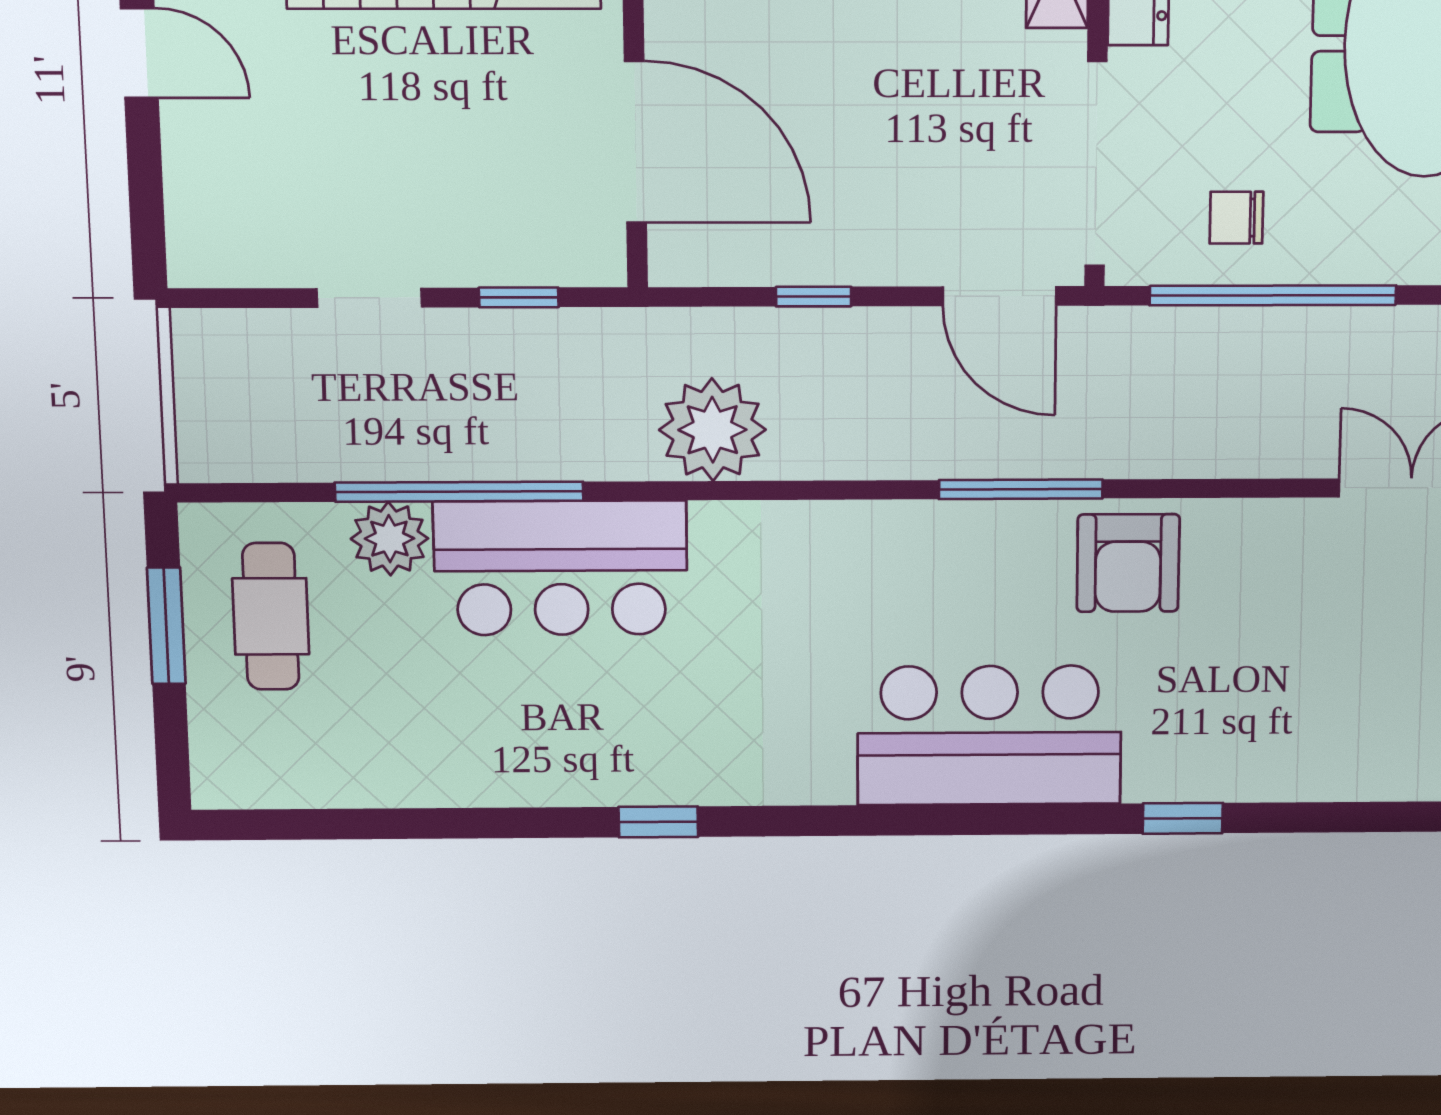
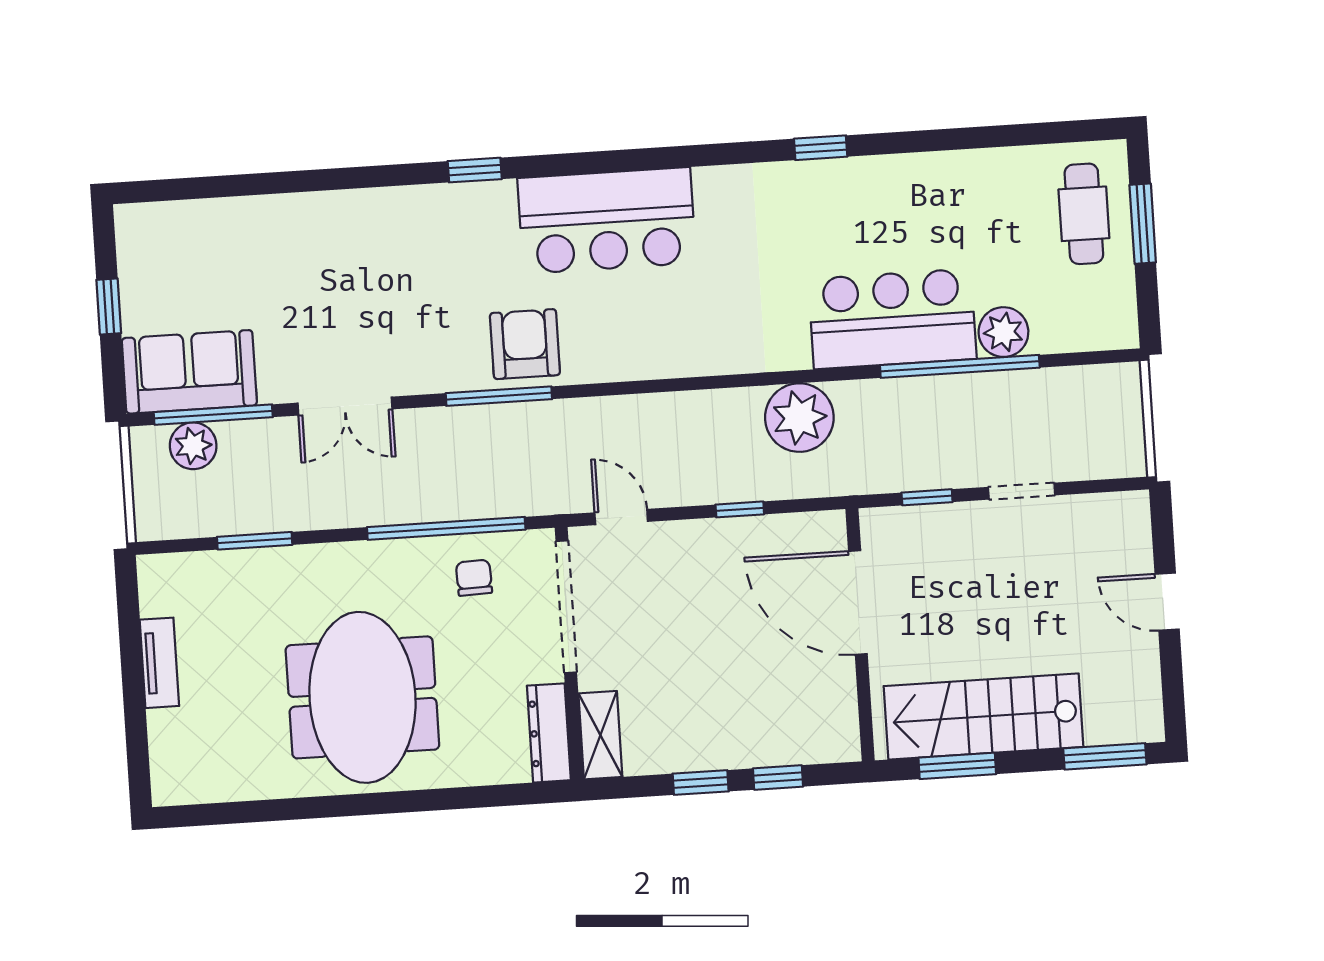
door: (139, 53) -> (1167, 602), moved
chair: (1236, 218) -> (474, 578), turned -92
door: (1000, 296) -> (621, 517), width x0.73
window: (1021, 489) -> (499, 396), moved
cafe table: (271, 616) -> (1084, 214), moved
window: (166, 626) -> (1143, 224), moved

